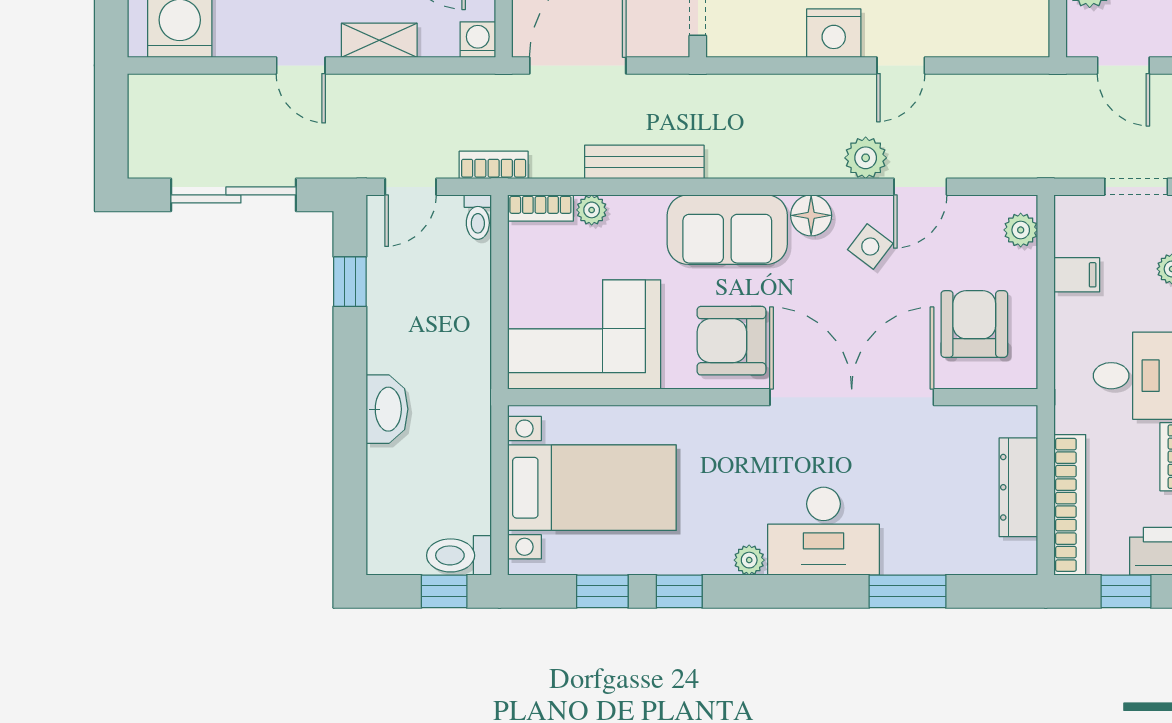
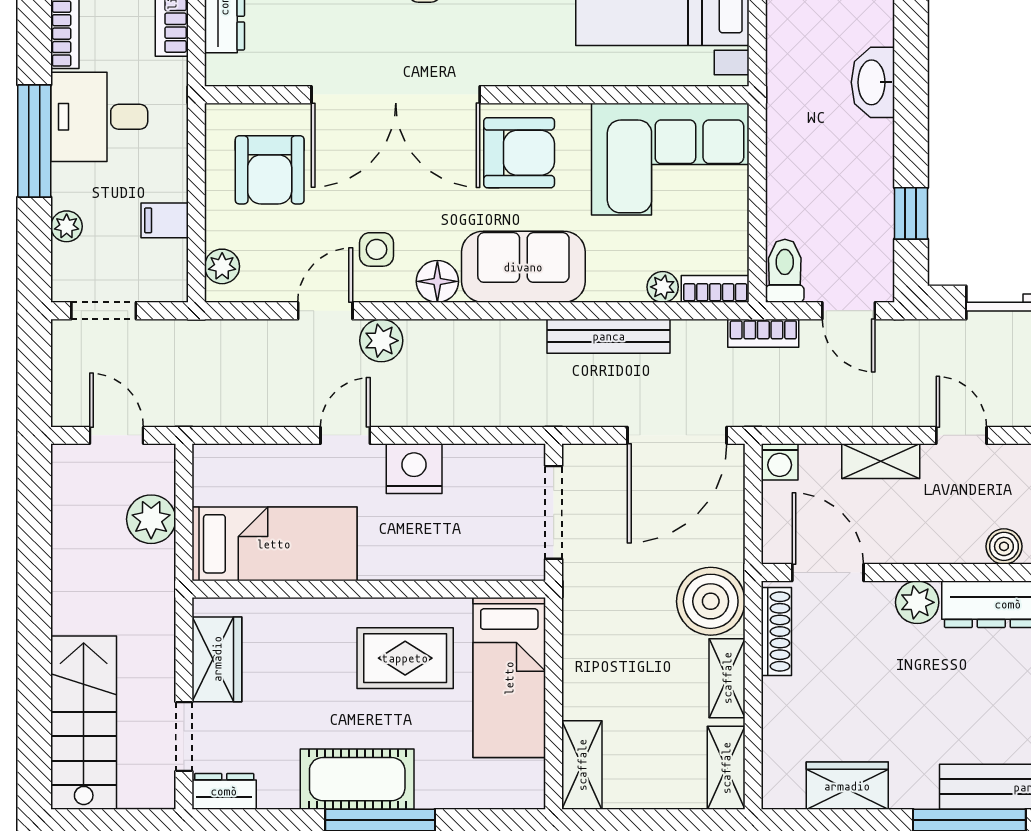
door: (411, 187) -> (849, 311), swing flipped
toilet: (478, 217) -> (785, 271), width x1.37, depth x1.39
side table: (870, 247) -> (377, 249), turned -37

